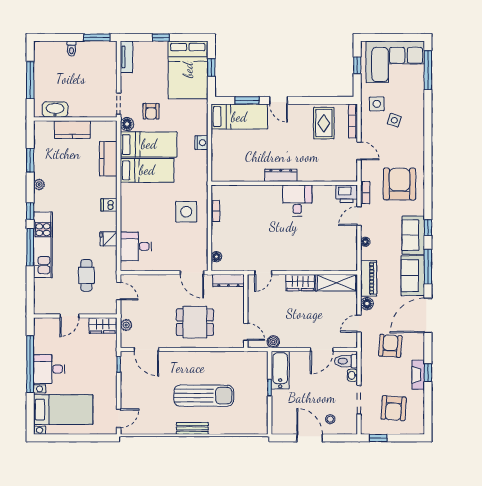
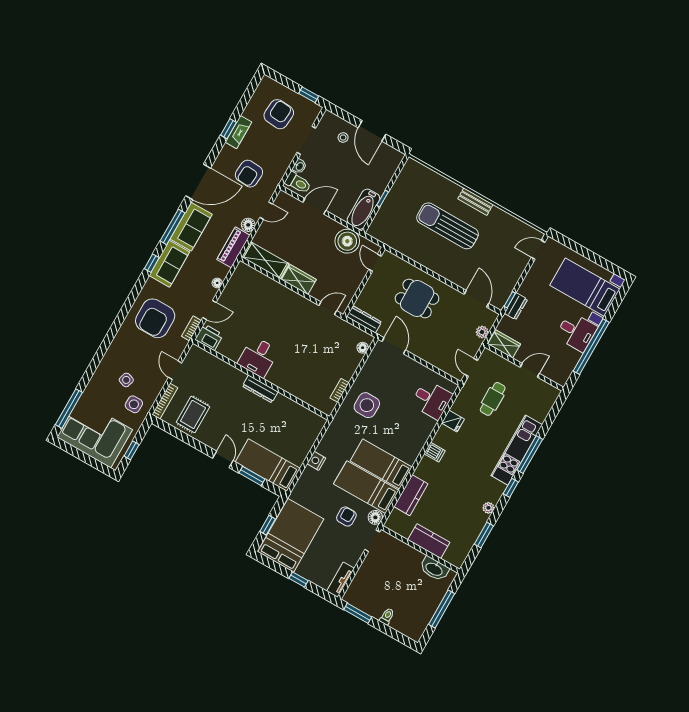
boiler: (273, 342) -> (347, 241), width x1.86, depth x1.86
dresser: (111, 362) -> (516, 306), added

